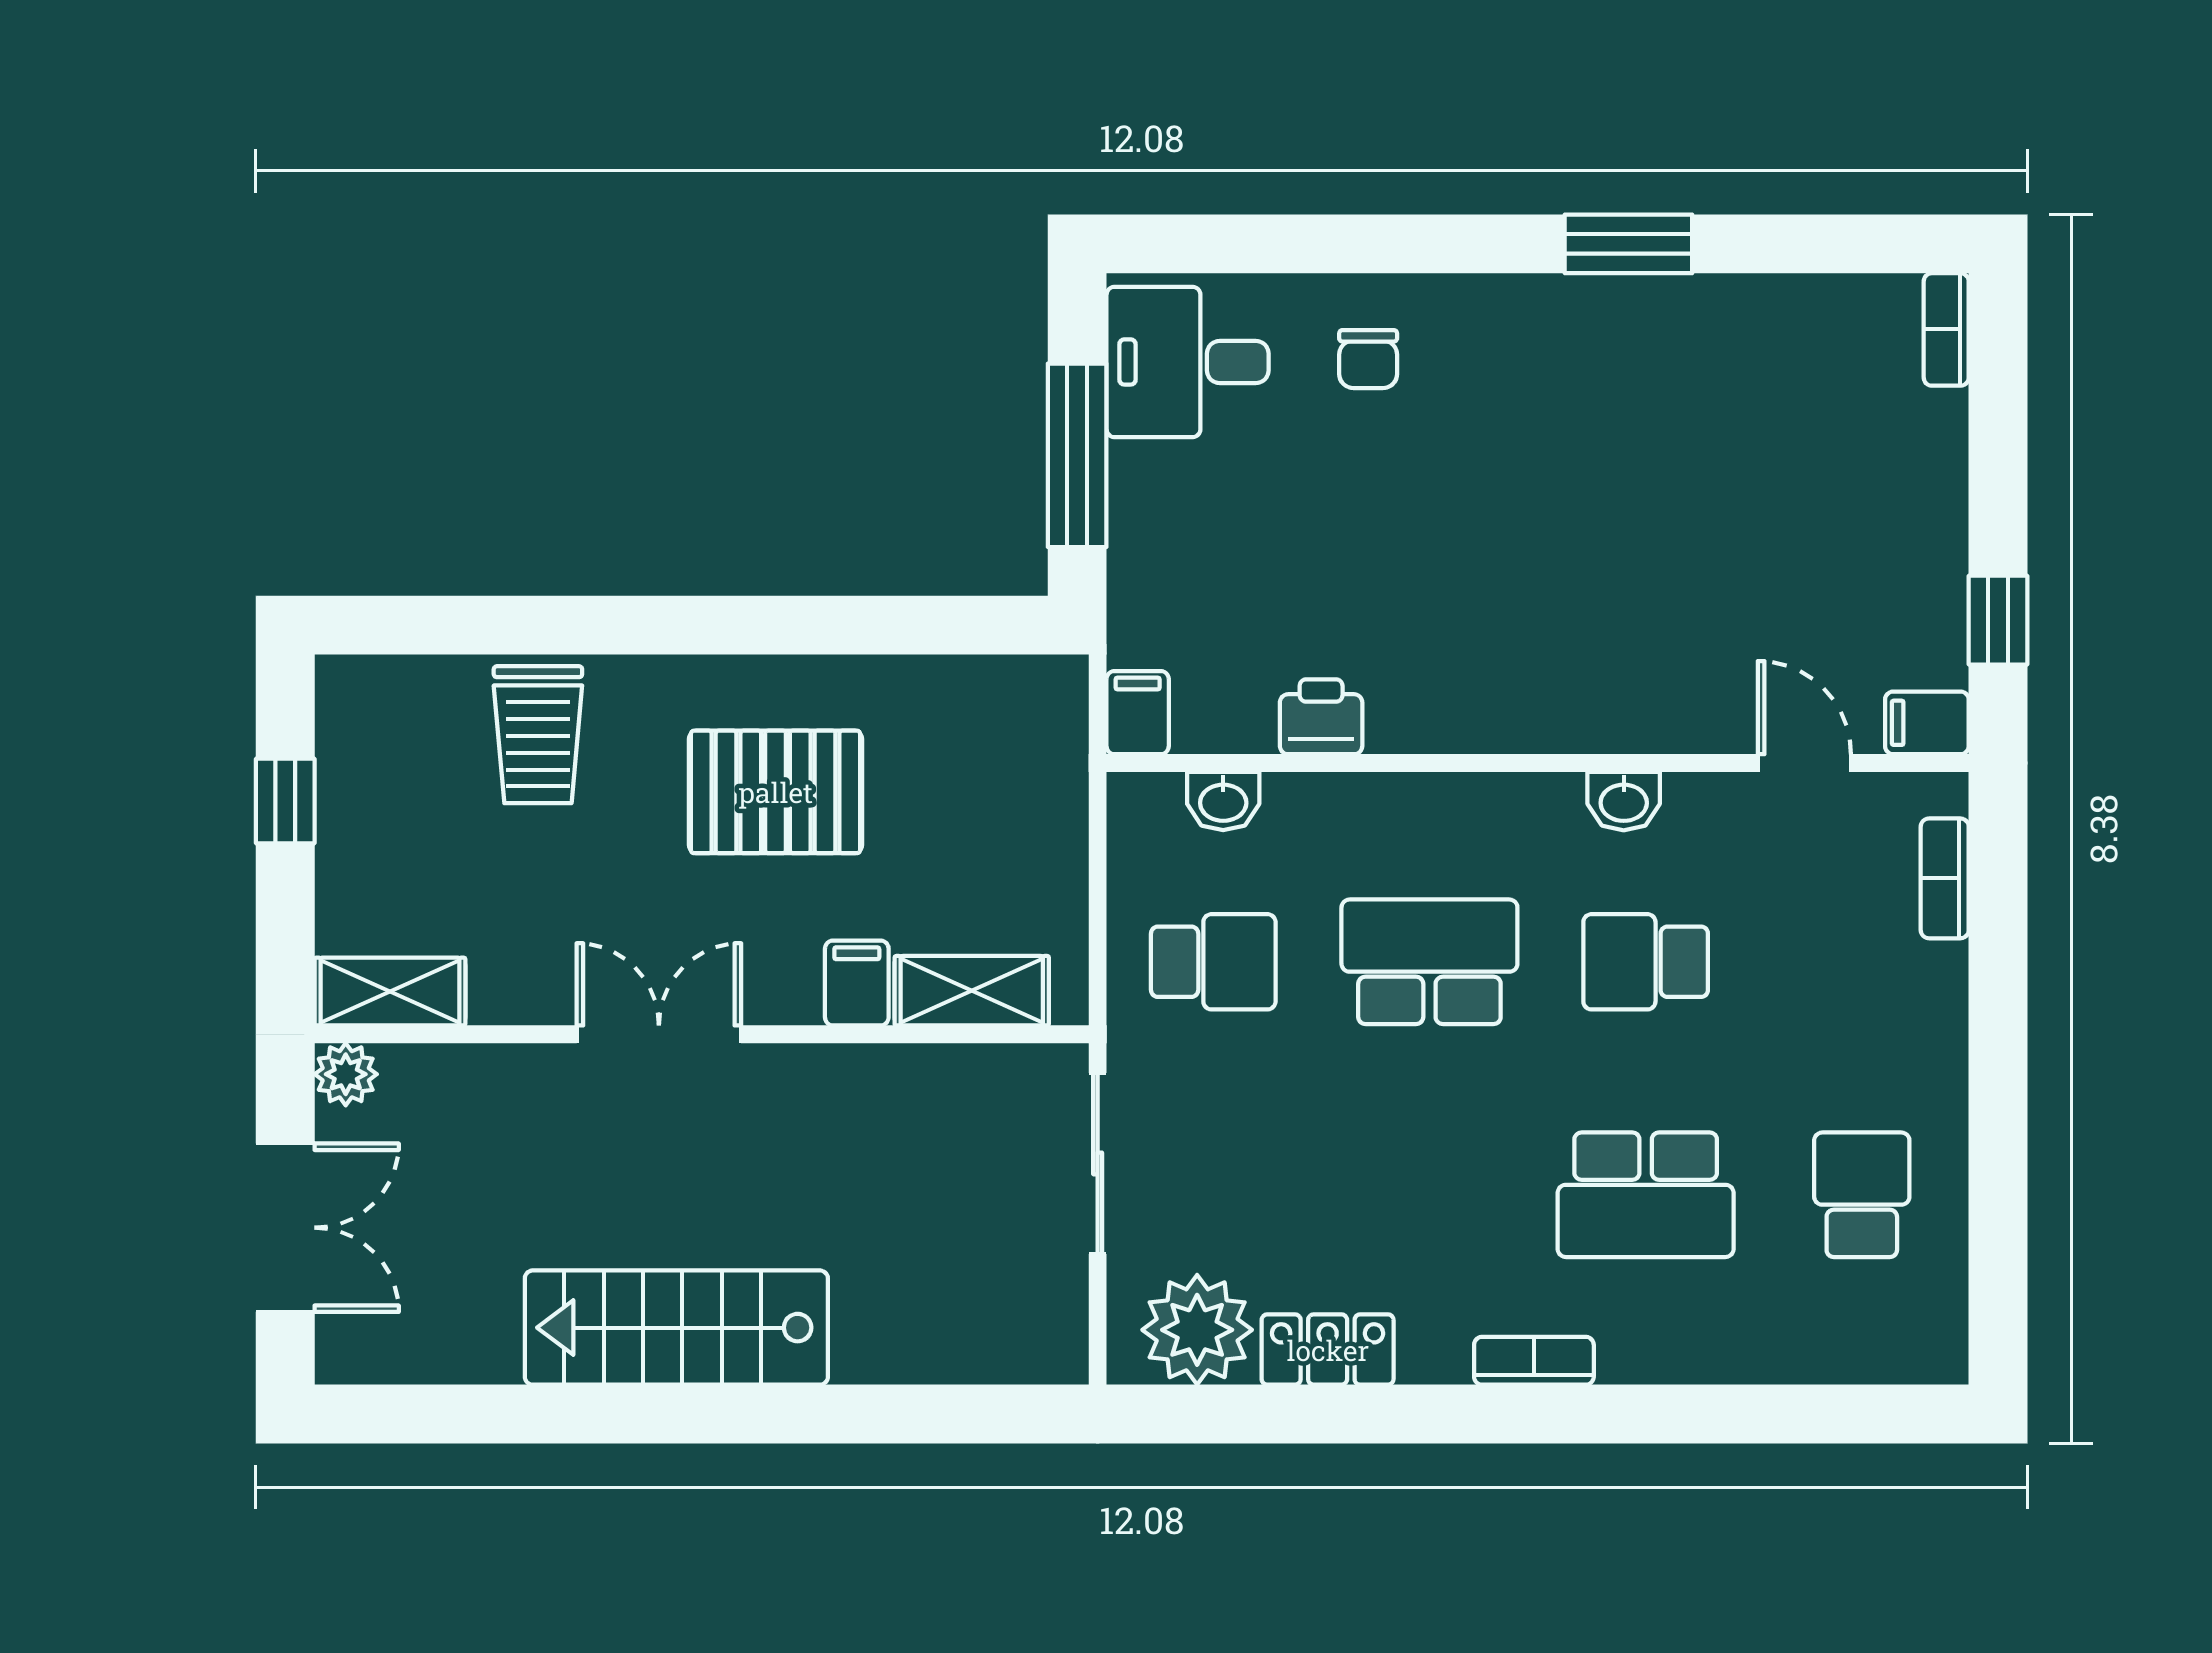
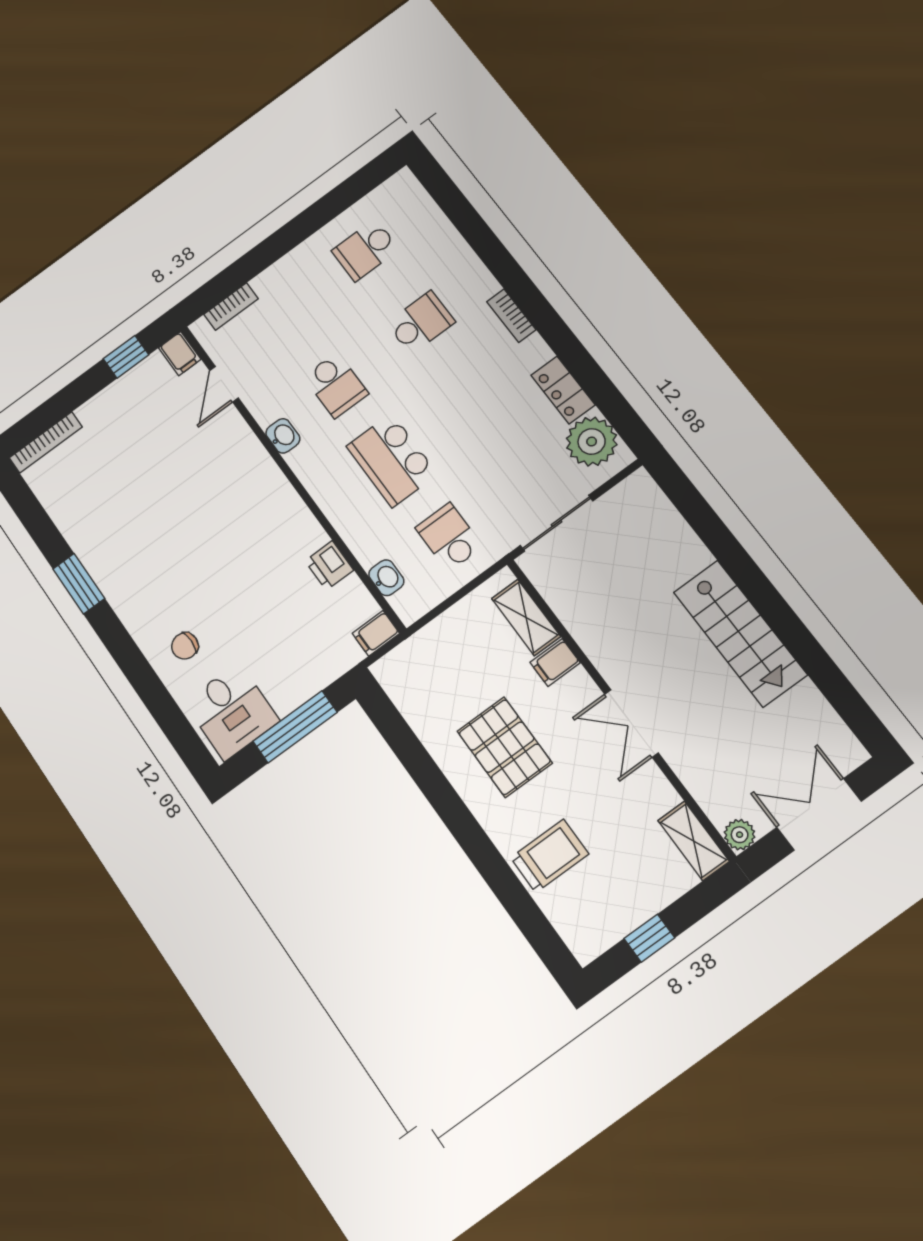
bookcase: (1946, 329) -> (46, 442), width x1.56
chair: (1368, 359) -> (185, 646), turned 180
school desk: (1646, 1195) -> (421, 323), width x0.54

